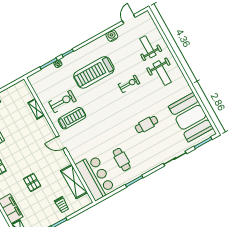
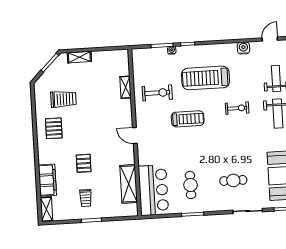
treadmill: (72, 118) -> (188, 119), moved
cafe table: (146, 124) -> (233, 180), moved
trolley: (62, 205) -> (86, 198), moved

